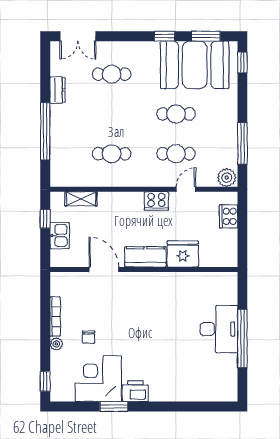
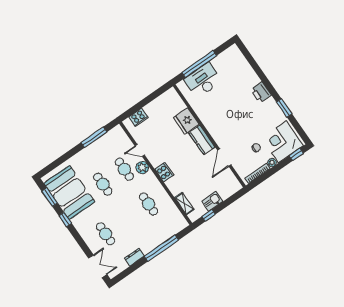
window: (242, 62) -> (50, 168), removed
plant: (227, 178) -> (142, 168), moved
cooker: (156, 201) -> (164, 172), moved
fridge: (183, 254) -> (186, 121), moved
kitchen counter: (145, 257) -> (202, 140), moved
door: (104, 269) -> (224, 158), moved
wall: (144, 269) -> (209, 136), moved
corner desk: (98, 379) -> (282, 142), moved, turned 90
printer: (135, 391) -> (261, 92), moved

